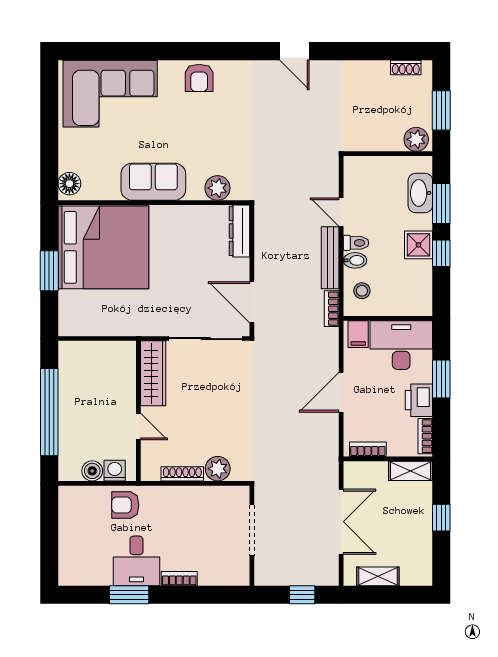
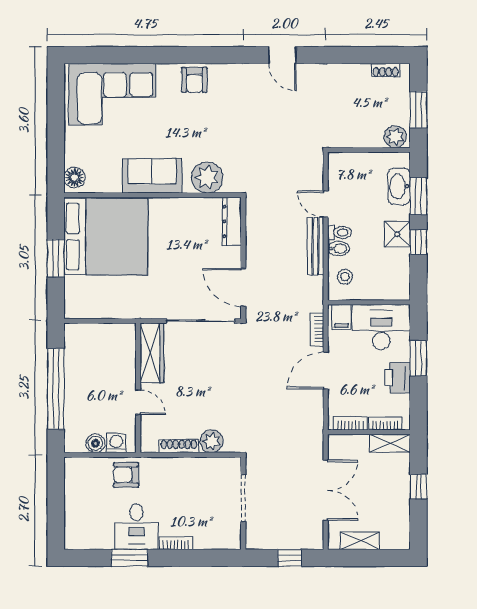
plant: (217, 188) -> (207, 177), width x1.36, depth x1.36
bookcase: (332, 309) -> (317, 330), moved
bookcase: (425, 436) -> (385, 423), moved, turned 90

